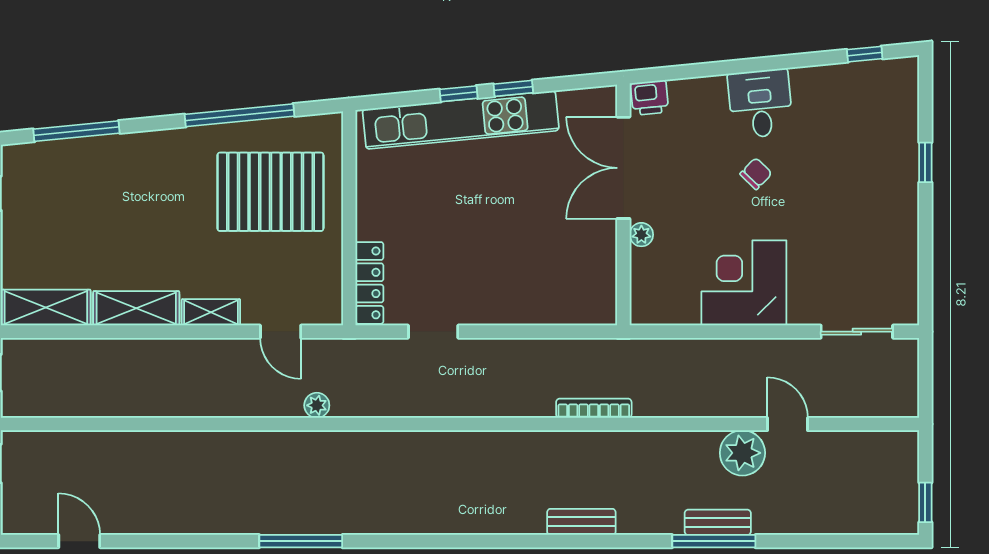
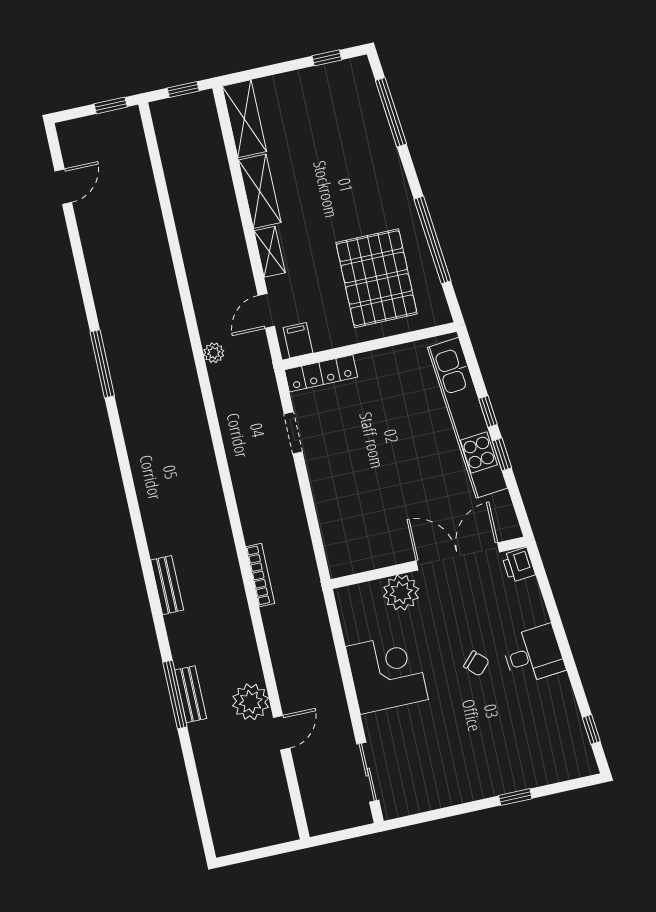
plant: (641, 235) -> (401, 593), width x1.87, depth x1.87
filing cabinet: (324, 302) -> (298, 340), added
window: (925, 502) -> (243, 857), removed

